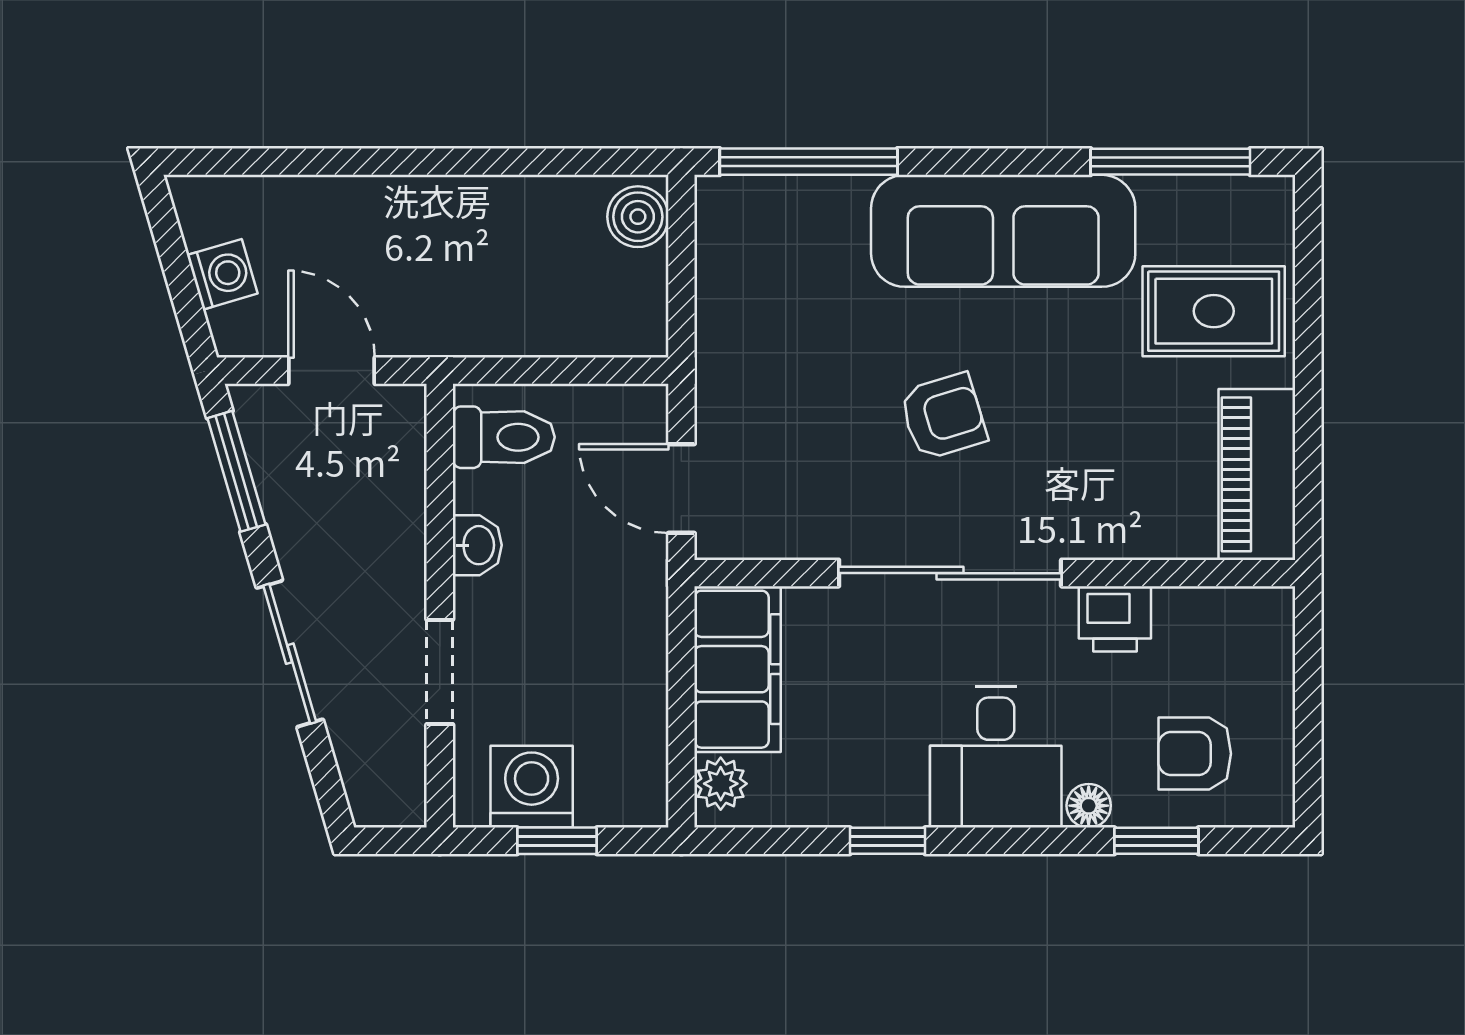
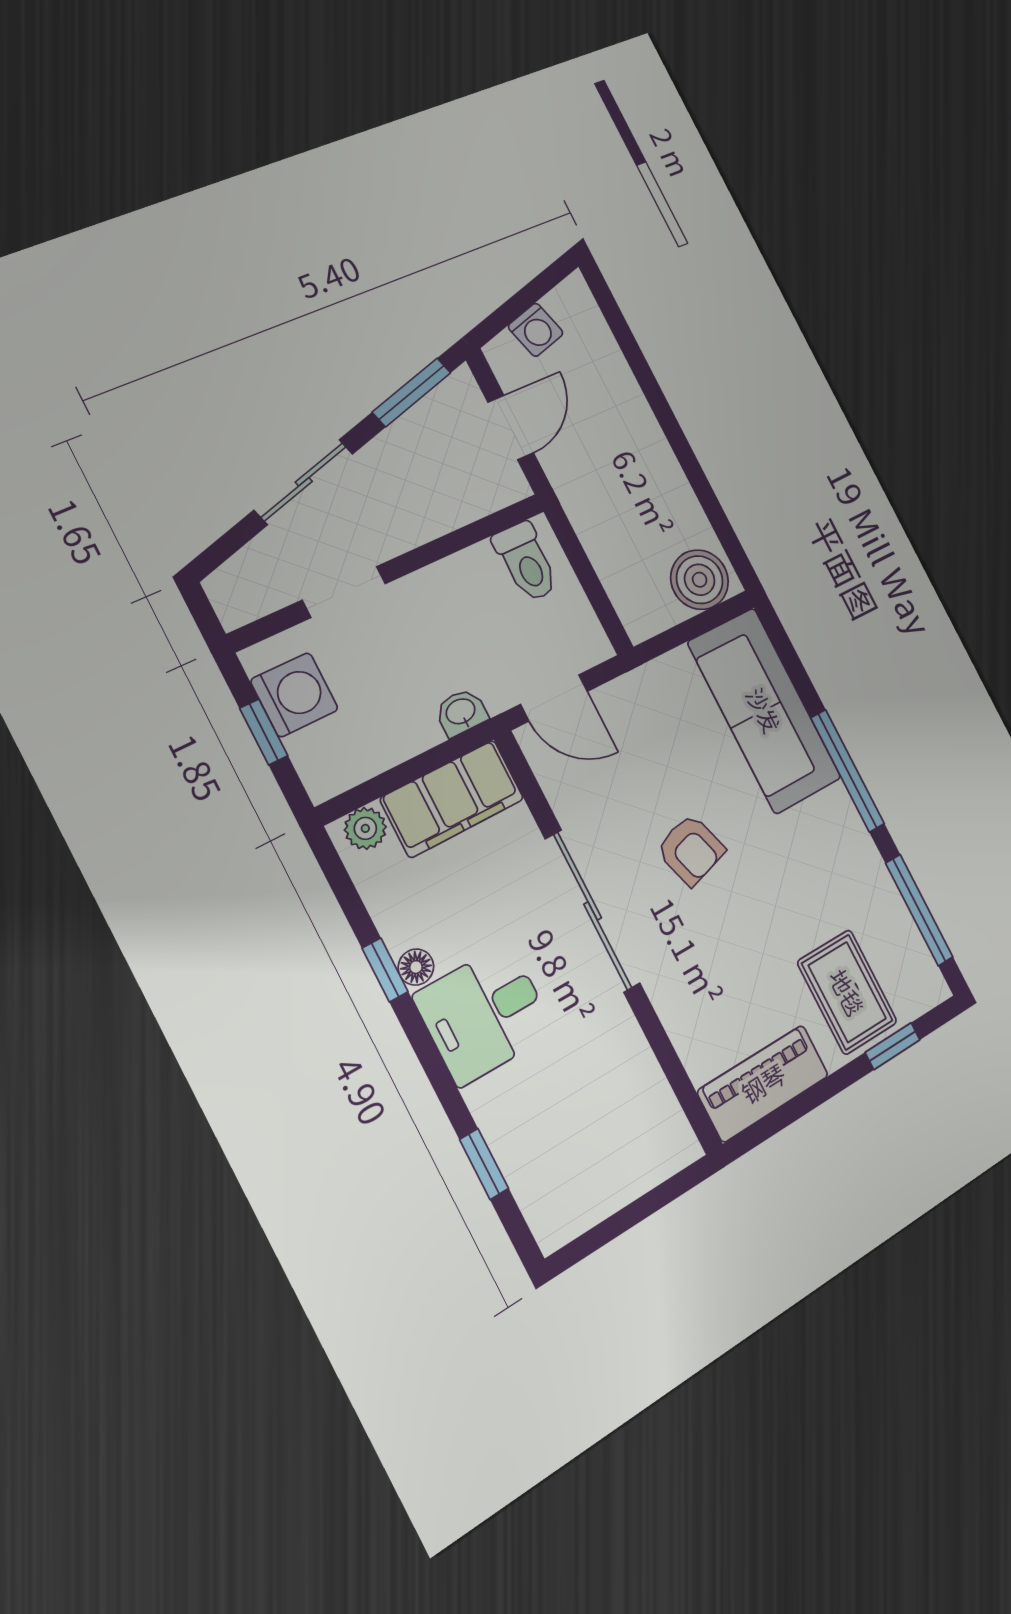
window: (809, 162) -> (848, 771), moved
boiler: (638, 217) -> (700, 580), width x1.36, depth x1.36
sofa: (1003, 231) -> (764, 710), moved
window: (1308, 289) -> (893, 1046), added
door: (681, 489) -> (554, 698), swing flipped
washbasin: (477, 545) -> (461, 712), moved, turned 180
printer: (1115, 619) -> (621, 1043), removed
armchair: (1195, 754) -> (559, 1154), removed
floor lamp: (1089, 806) -> (416, 967), moved

